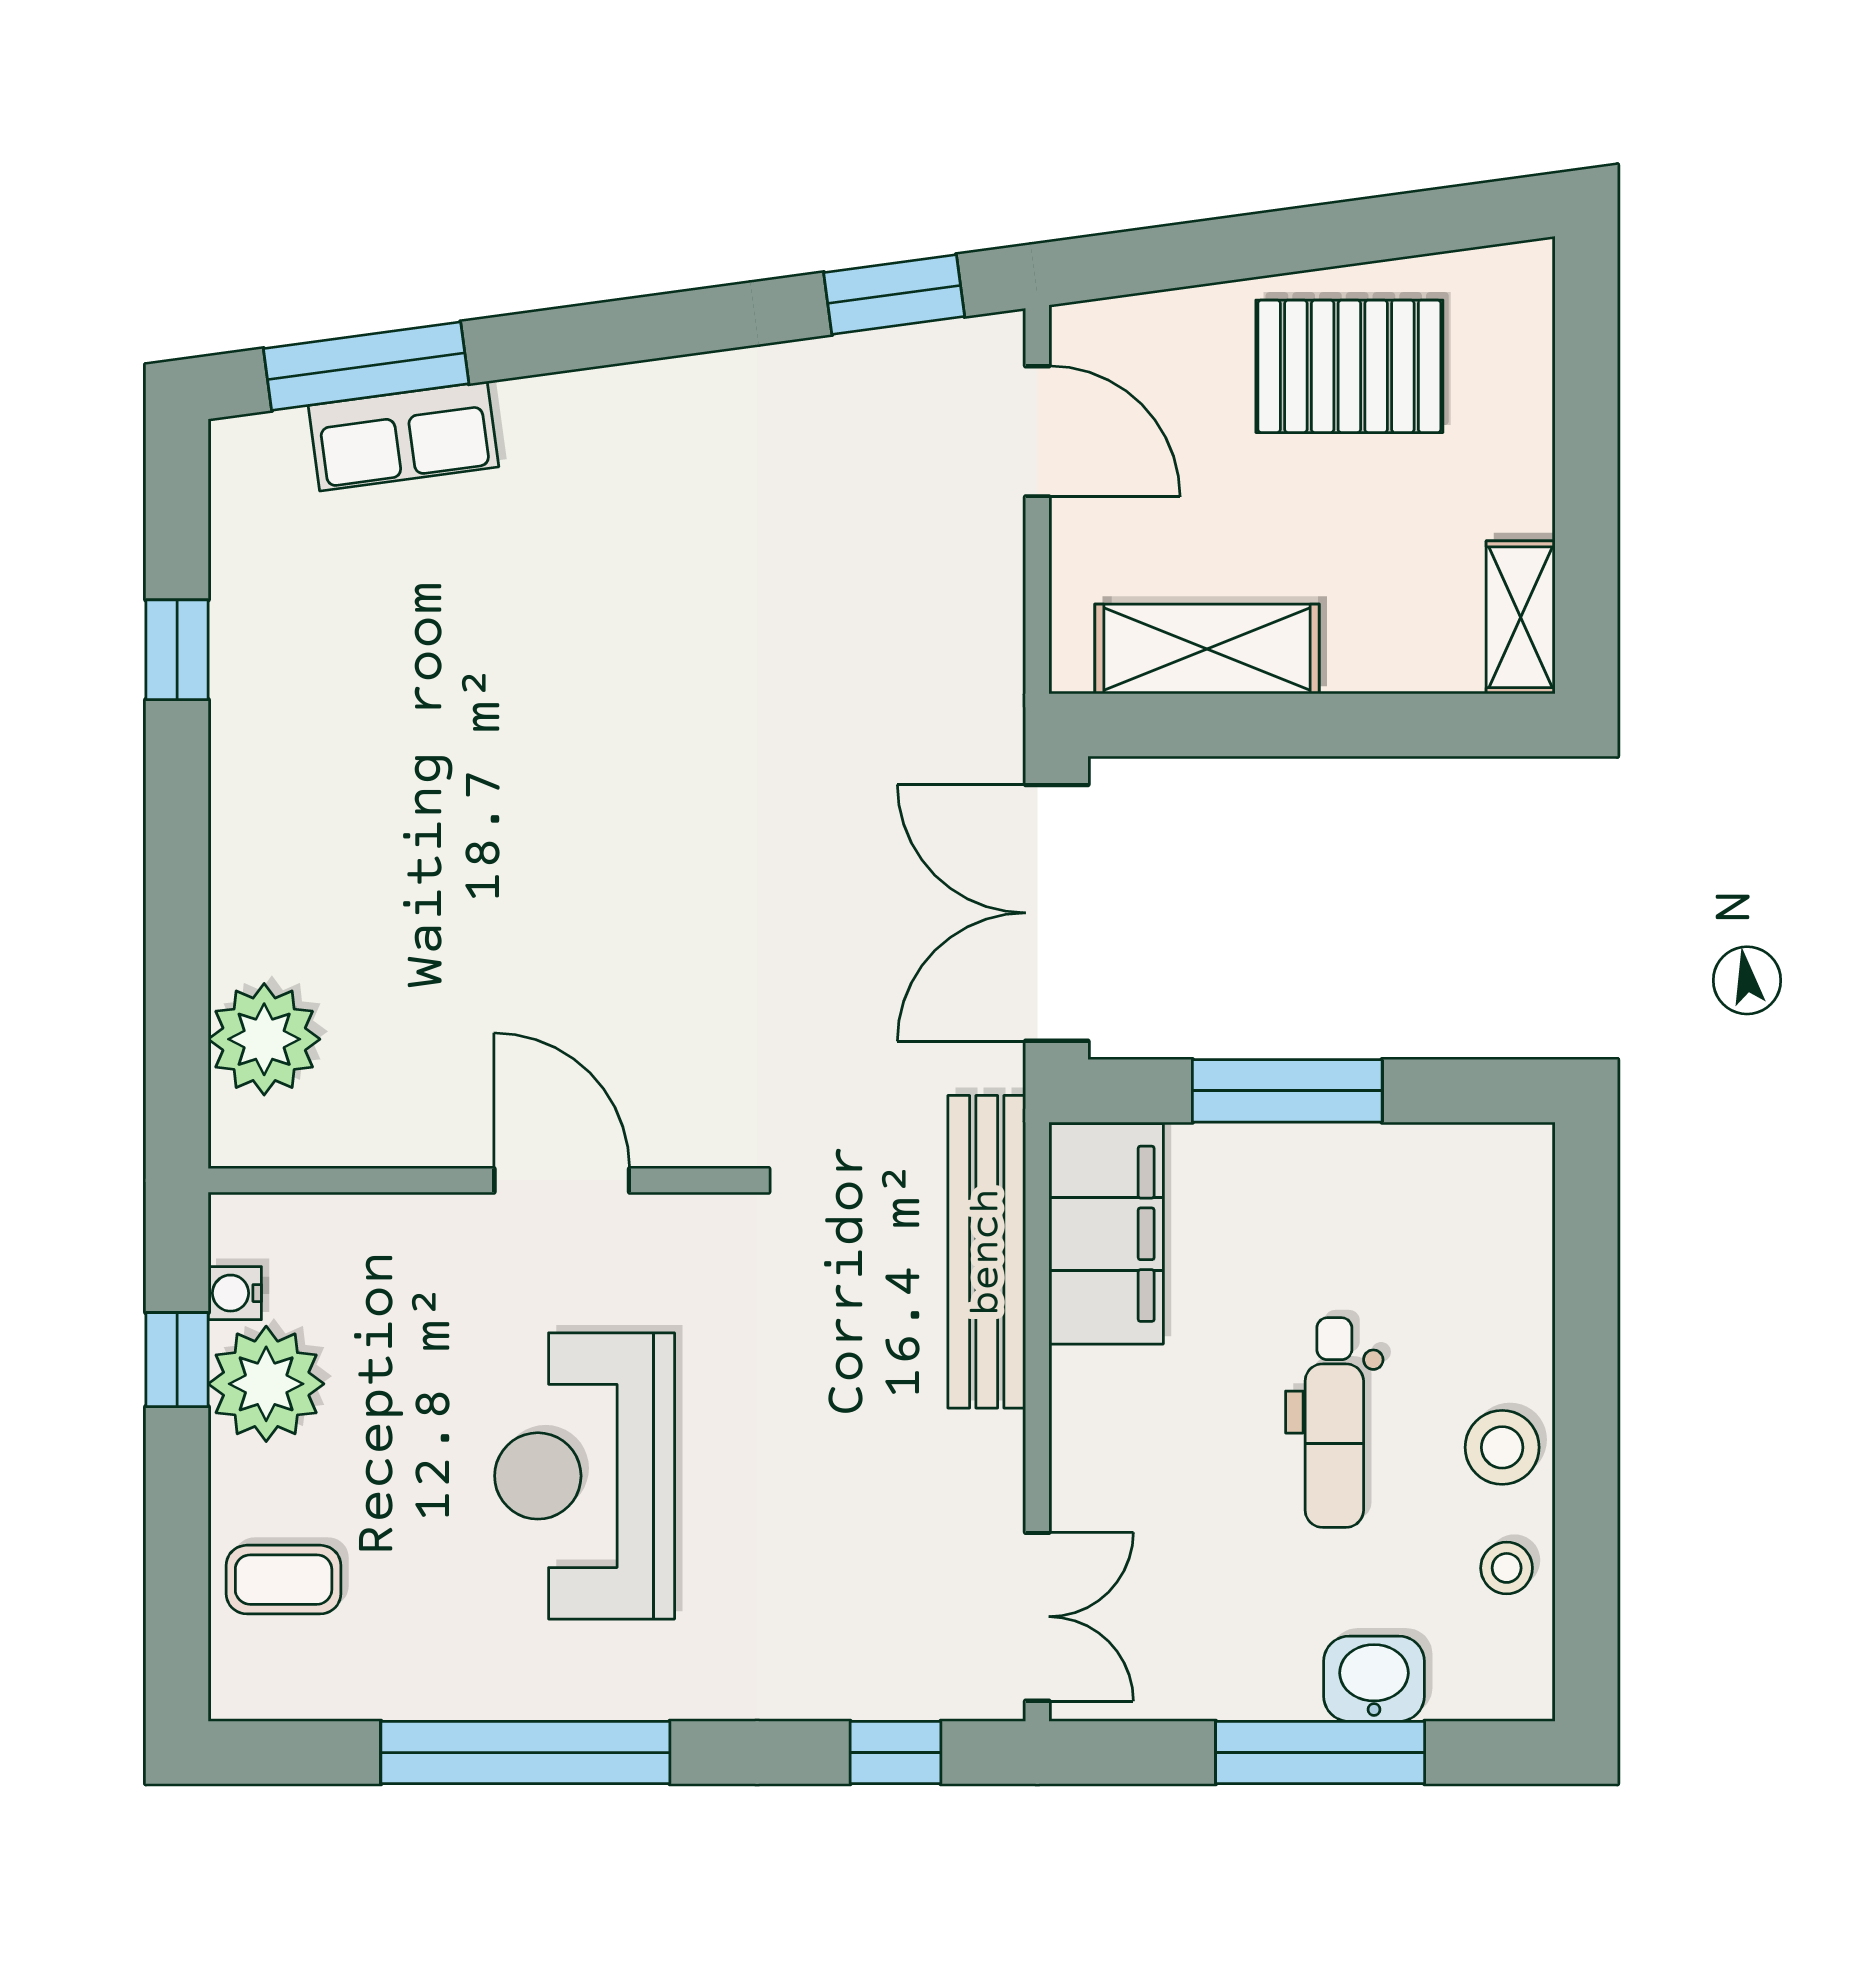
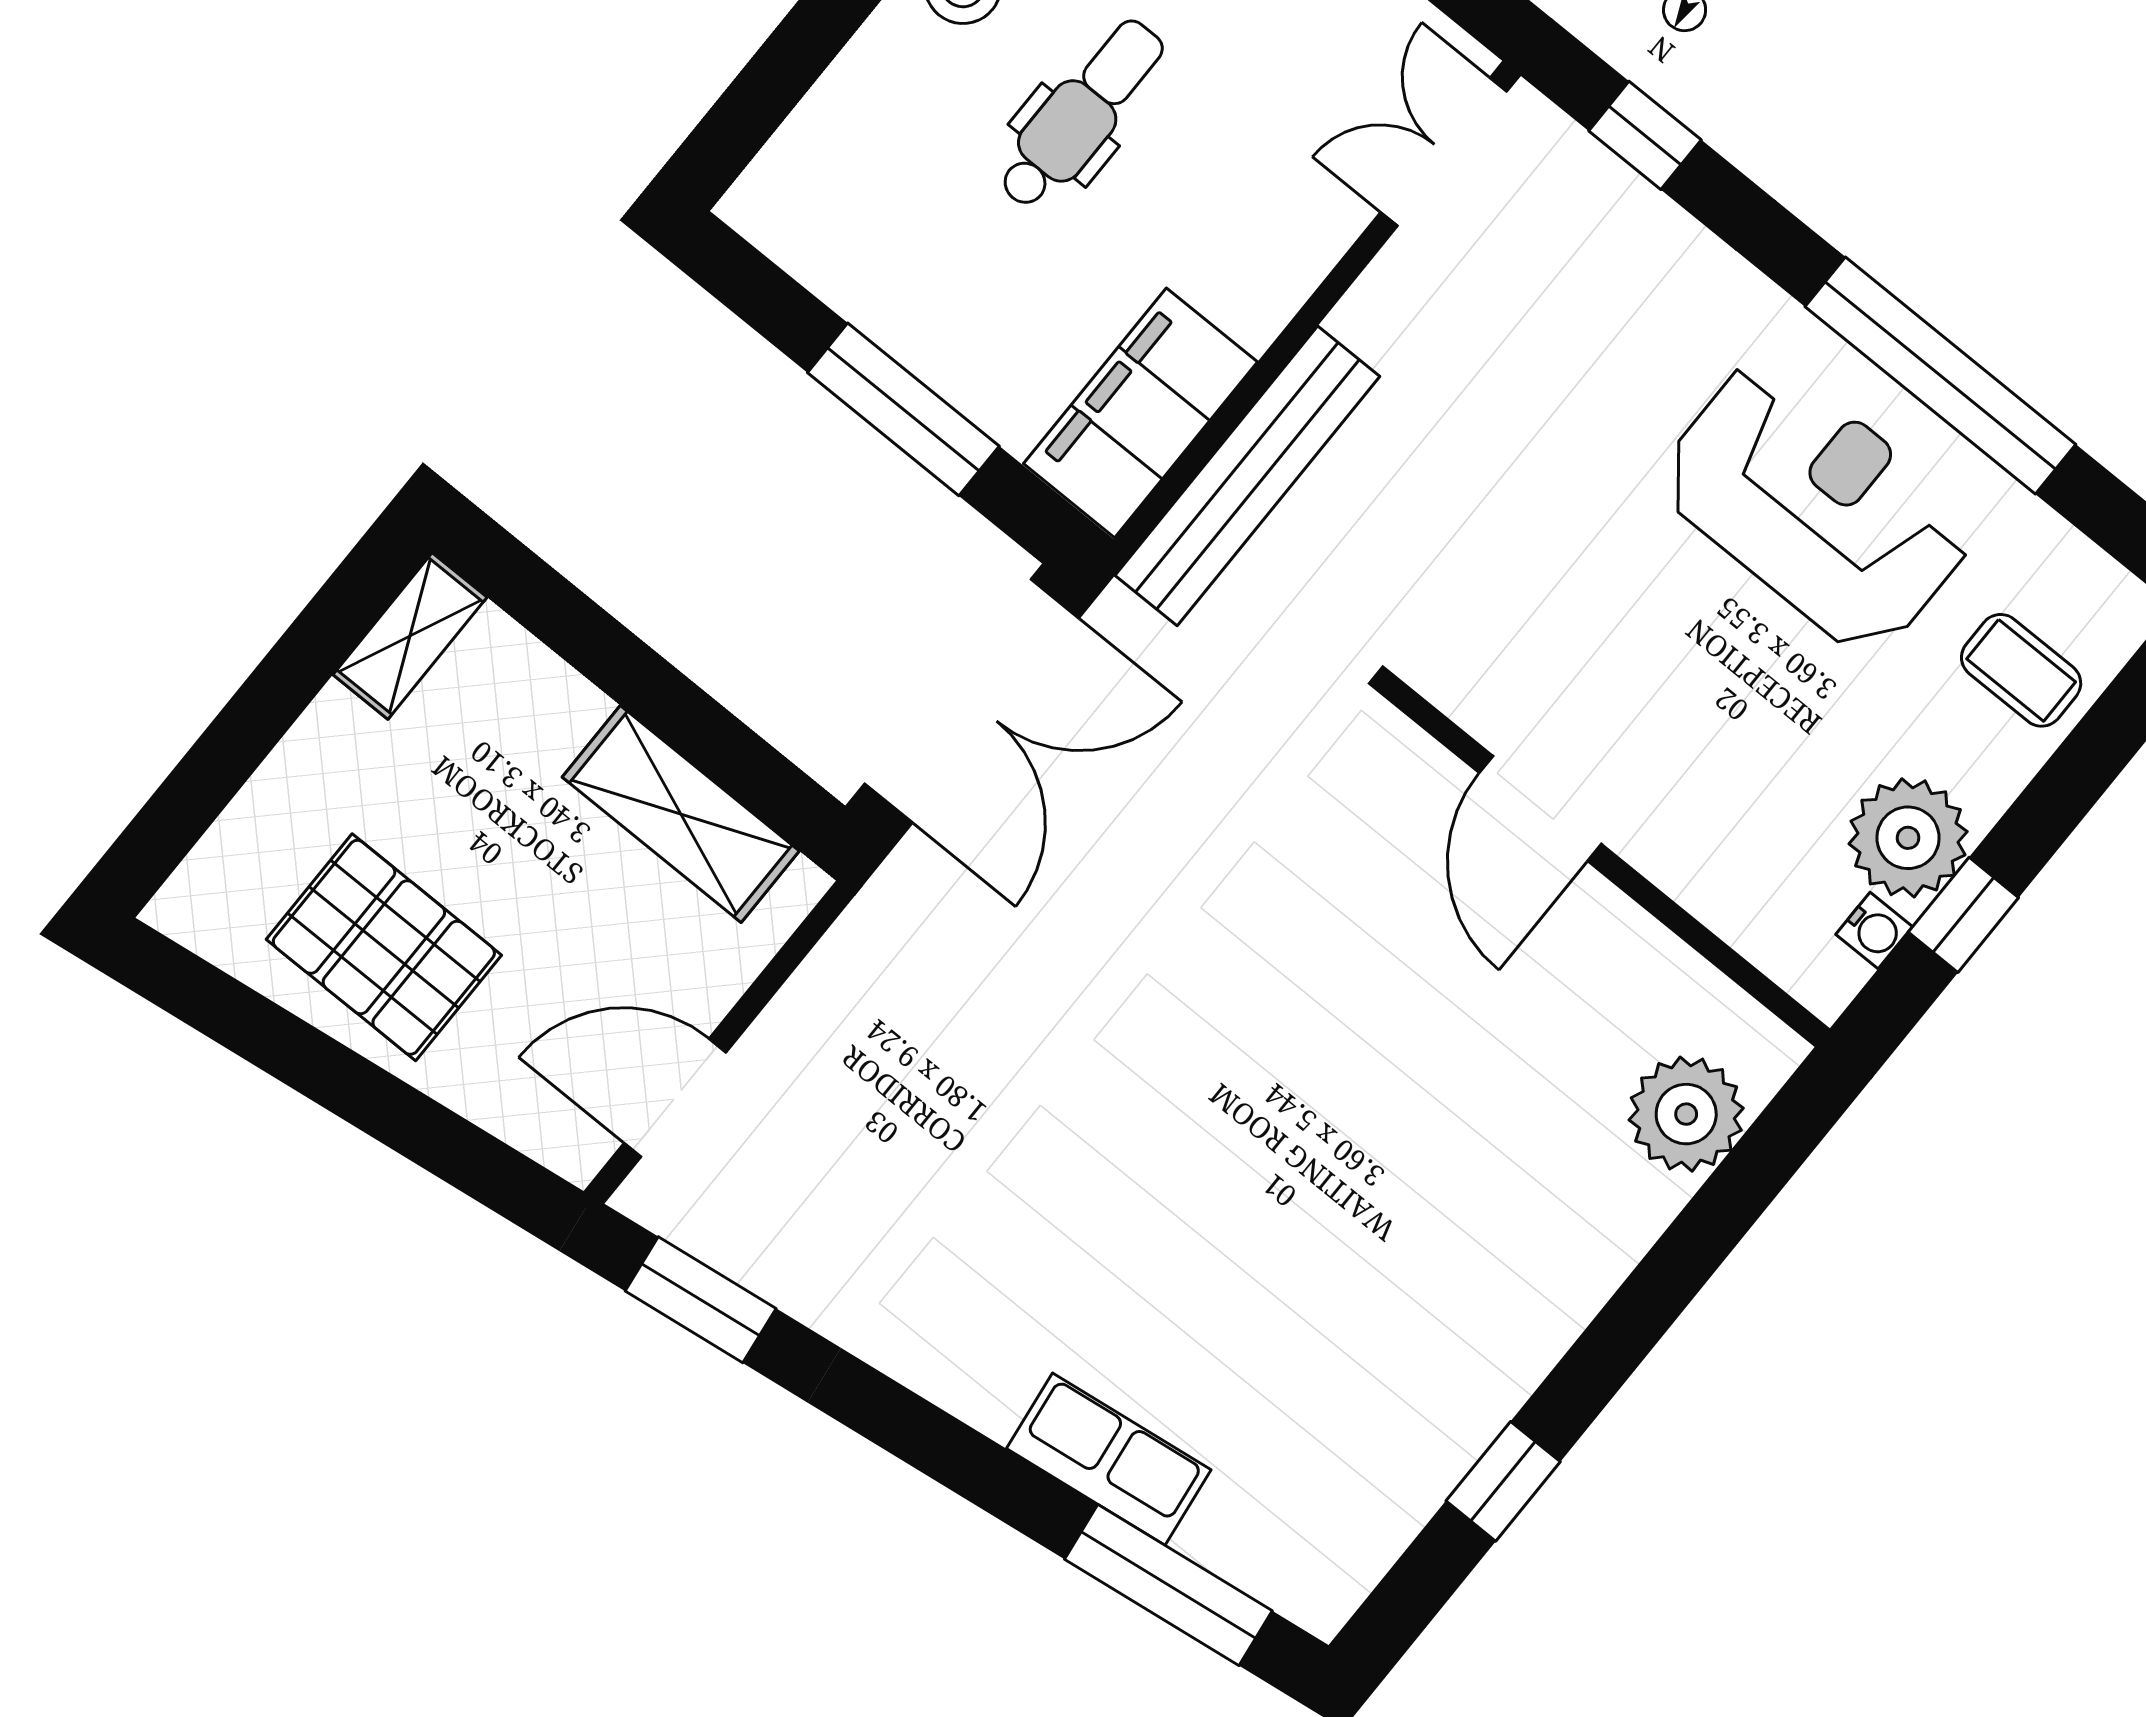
door: (1037, 431) -> (675, 1098), hinge flipped
row of seats: (403, 436) -> (1109, 1459), moved
reception desk: (585, 1476) -> (1816, 505), moved, turned -90

